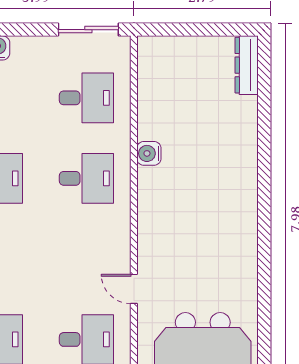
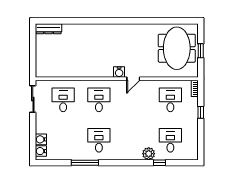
water cooler: (149, 153) -> (119, 72), moved
door: (134, 289) -> (133, 79), moved

